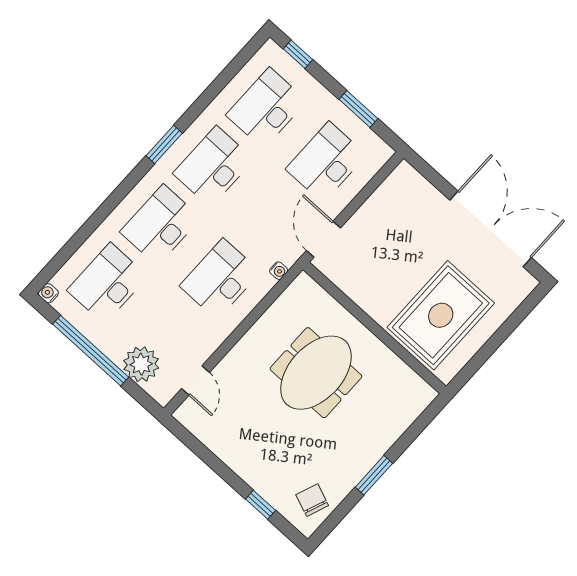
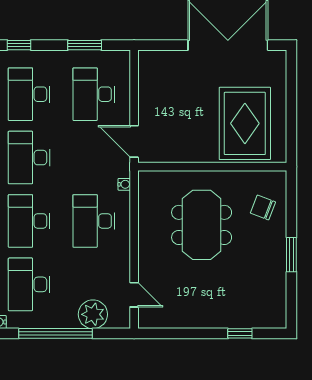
chair: (312, 500) -> (263, 207), moved

